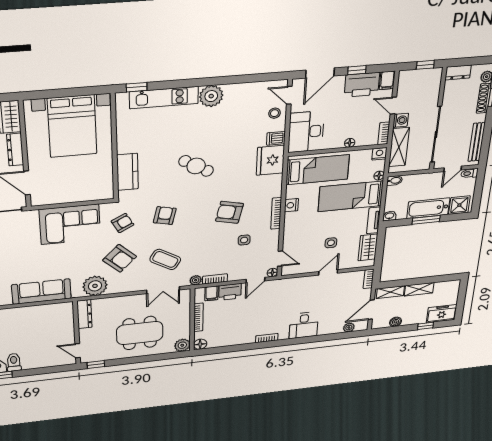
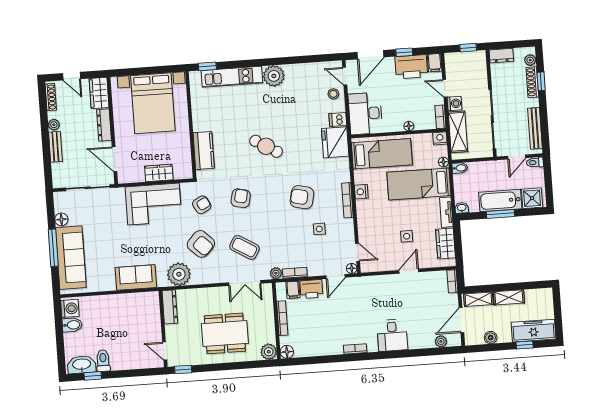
wardrobe: (77, 195) -> (159, 173), added
sofa: (41, 292) -> (136, 277), width x0.73
freezer: (442, 314) -> (534, 331), width x1.40

